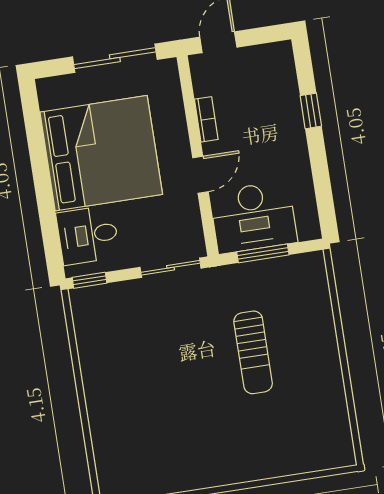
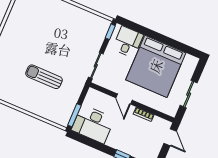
sliding door: (115, 58) -> (189, 94), width x0.73
desk: (253, 217) -> (93, 124), moved, turned -90
window: (263, 253) -> (74, 115), moved

